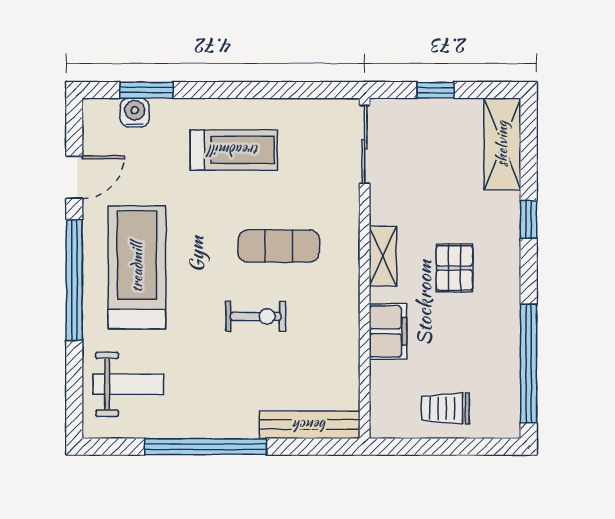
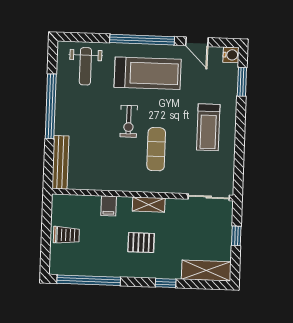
water cooler: (135, 112) -> (231, 55), moved
exercise bike: (256, 316) -> (129, 121), moved
filing cabinet: (388, 331) -> (109, 206), width x0.50
trolley: (445, 408) -> (66, 235), turned 90

